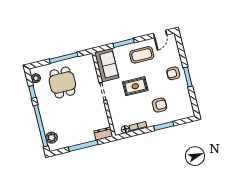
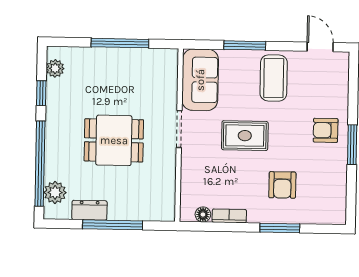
door: (160, 34) -> (320, 47), swing flipped
coffee table: (142, 55) -> (274, 78), turned 90
dining table: (62, 83) -> (114, 140), moved, turned 90
armchair: (159, 105) -> (282, 185), turned 90
dresser: (103, 134) -> (89, 210), moved

